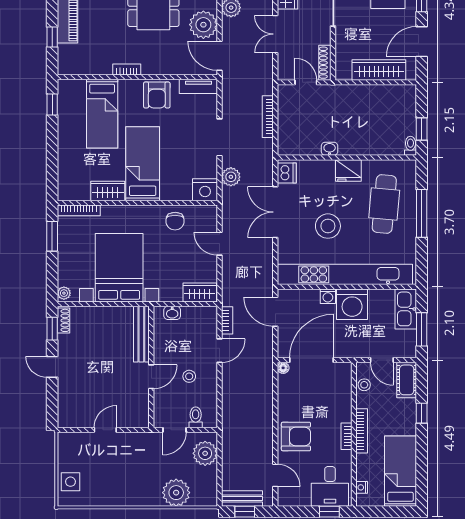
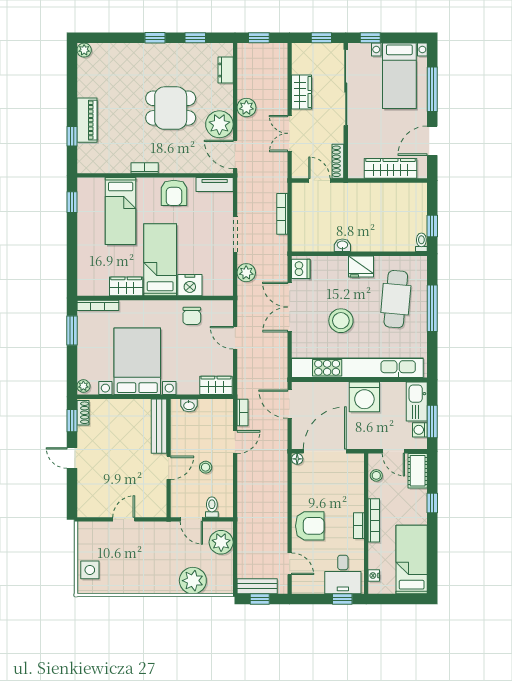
nightstand: (205, 190) -> (190, 285), moved
washing machine: (328, 296) -> (420, 430), moved, turned 90
door: (175, 430) -> (191, 519), hinge flipped

